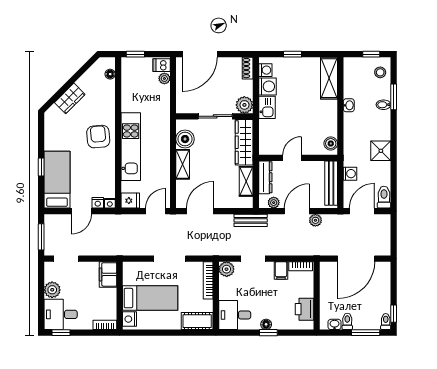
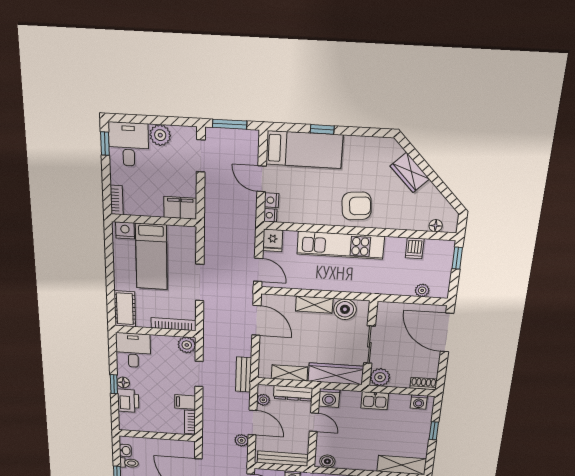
dishwasher: (162, 65) -> (415, 248), moved, turned 180
washing machine: (267, 86) -> (329, 398), moved
printer: (305, 309) -> (128, 401), moved, turned 90

